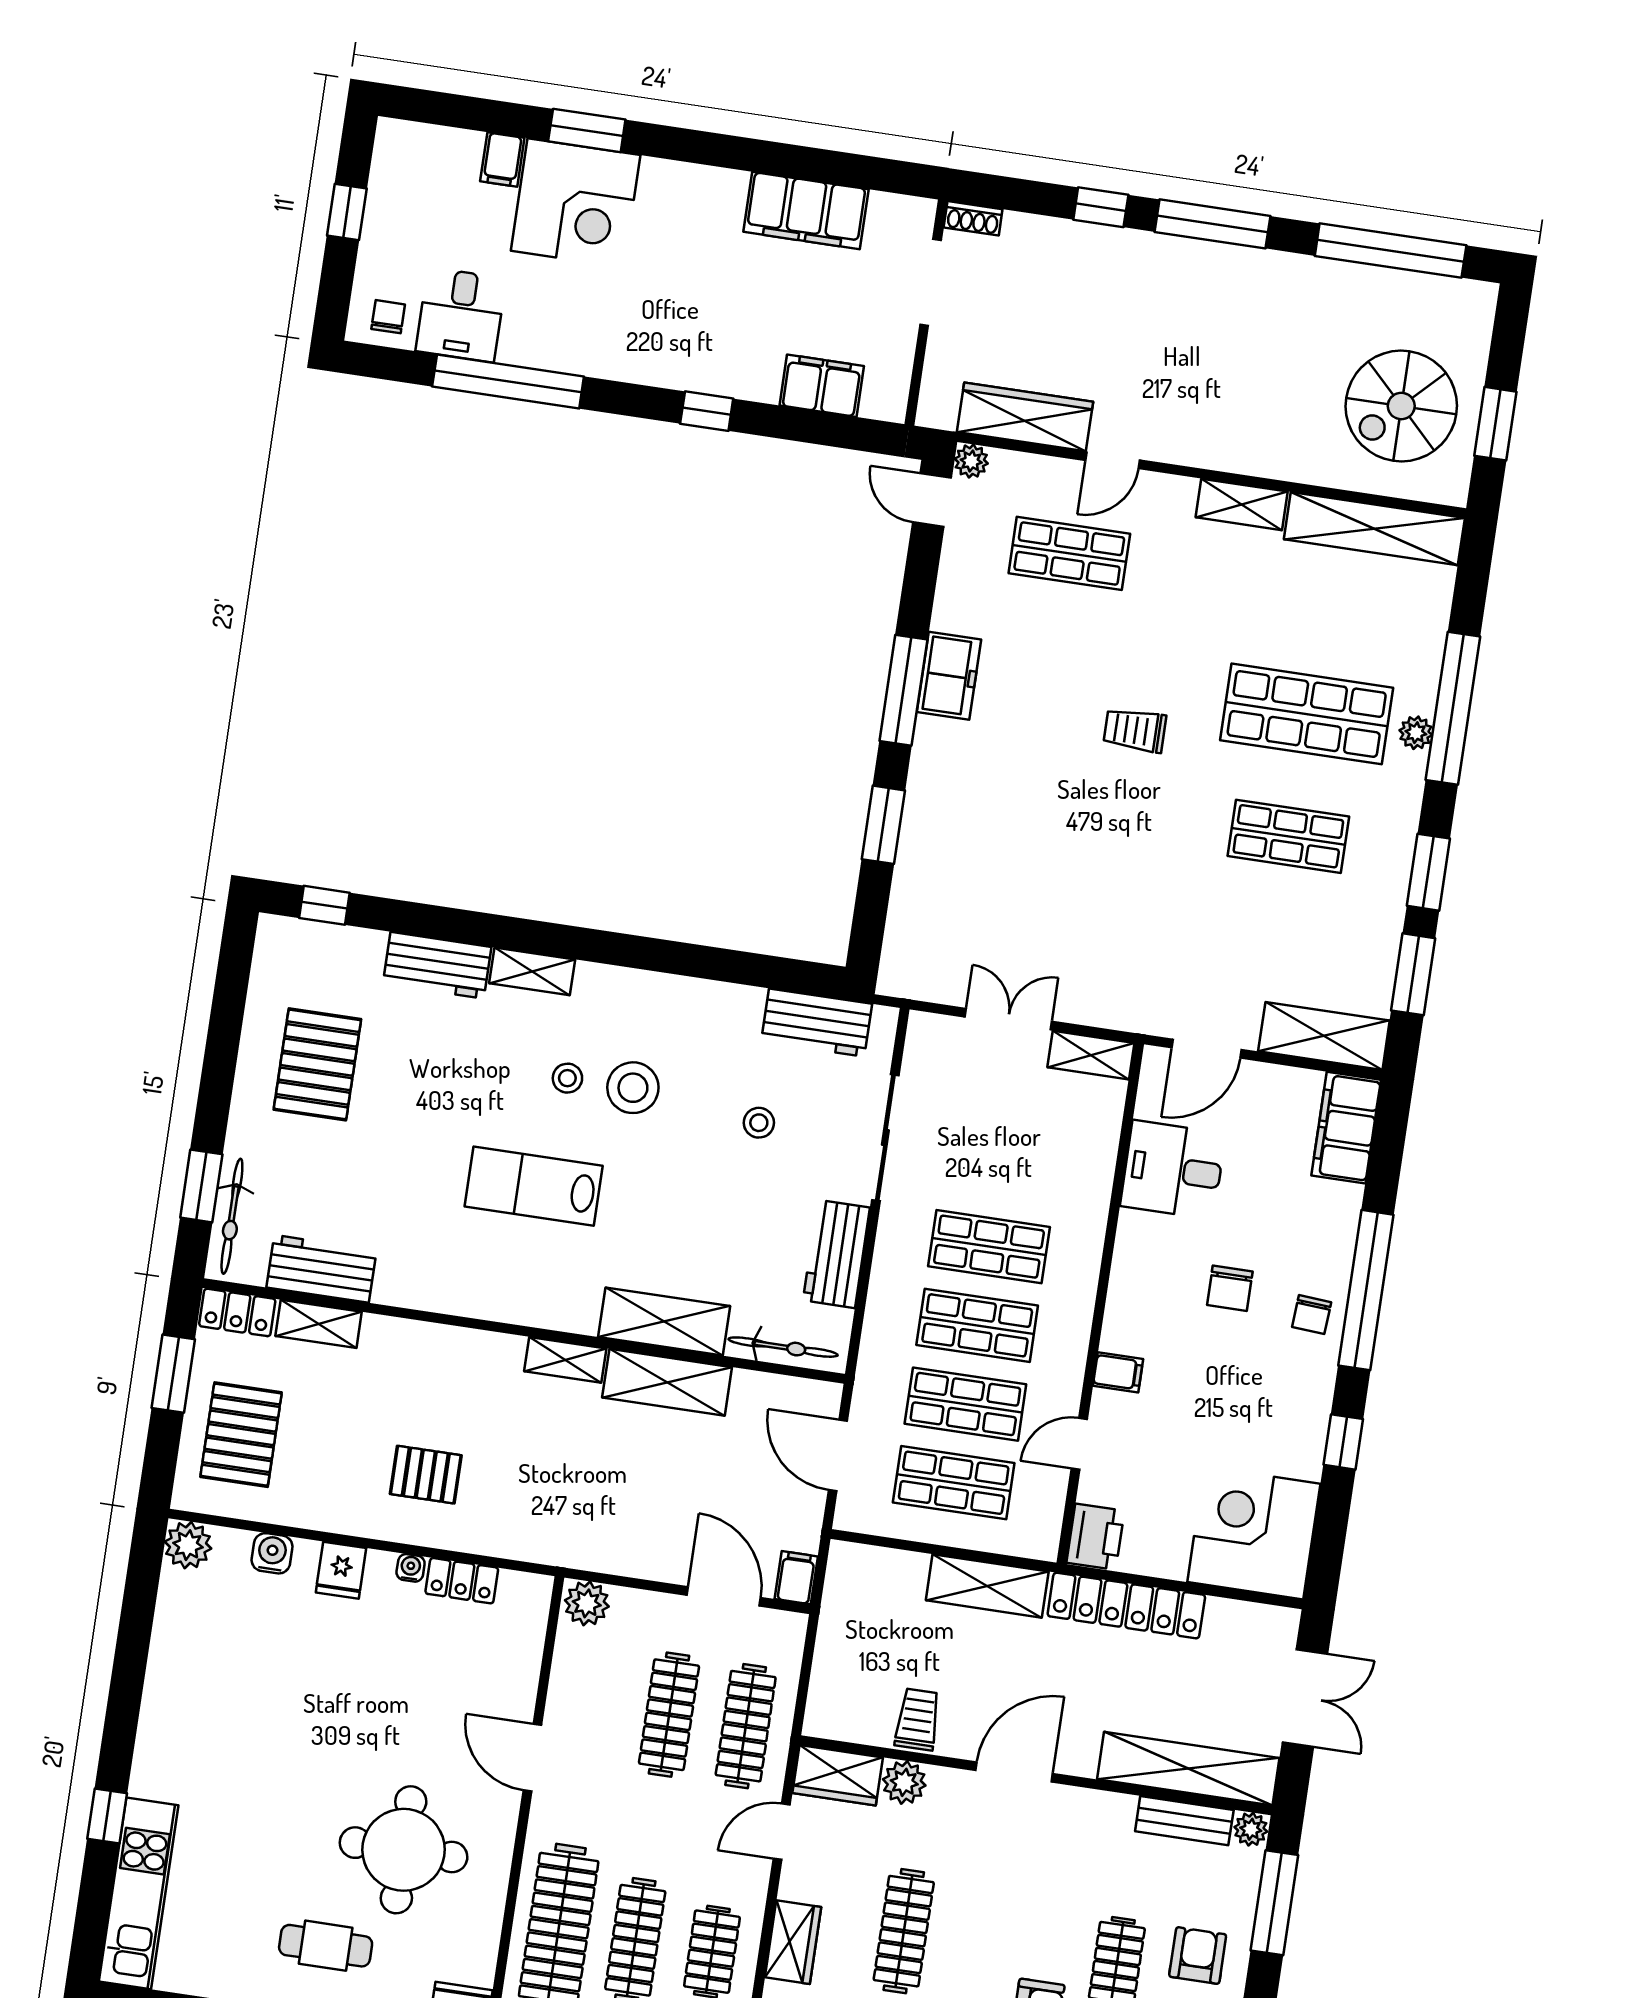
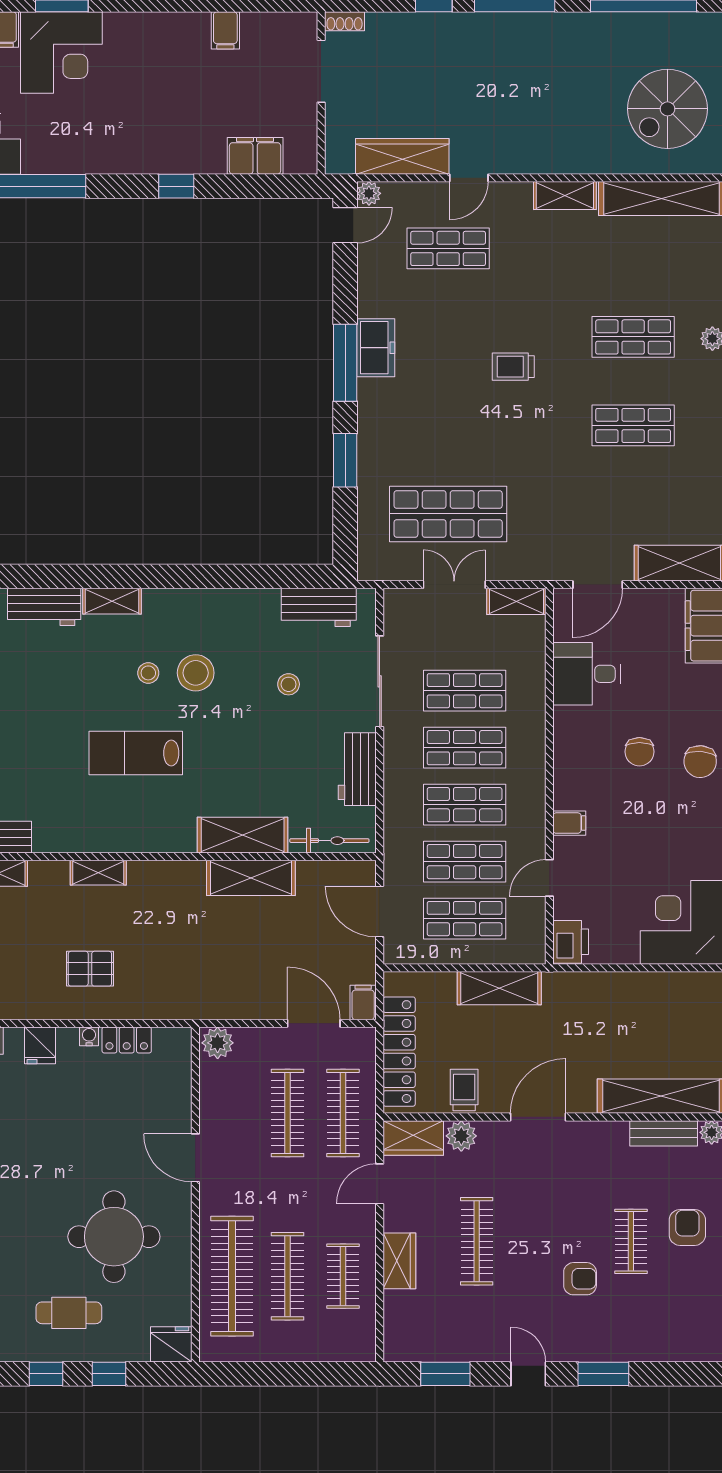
filing cabinet: (806, 211) -> (225, 30), width x0.33, depth x0.86
door: (932, 500) -> (345, 225), swing flipped
shop shelf: (1307, 714) -> (633, 337), width x0.70, depth x0.74
shop shelf: (1014, 920) -> (448, 514), added
shop shelf: (1001, 1168) -> (465, 691), added
chair: (1312, 1315) -> (700, 762), width x1.37, depth x1.37
shelving: (565, 1360) -> (98, 873), moved
locker: (1126, 1606) -> (399, 1052), moved, turned -90

